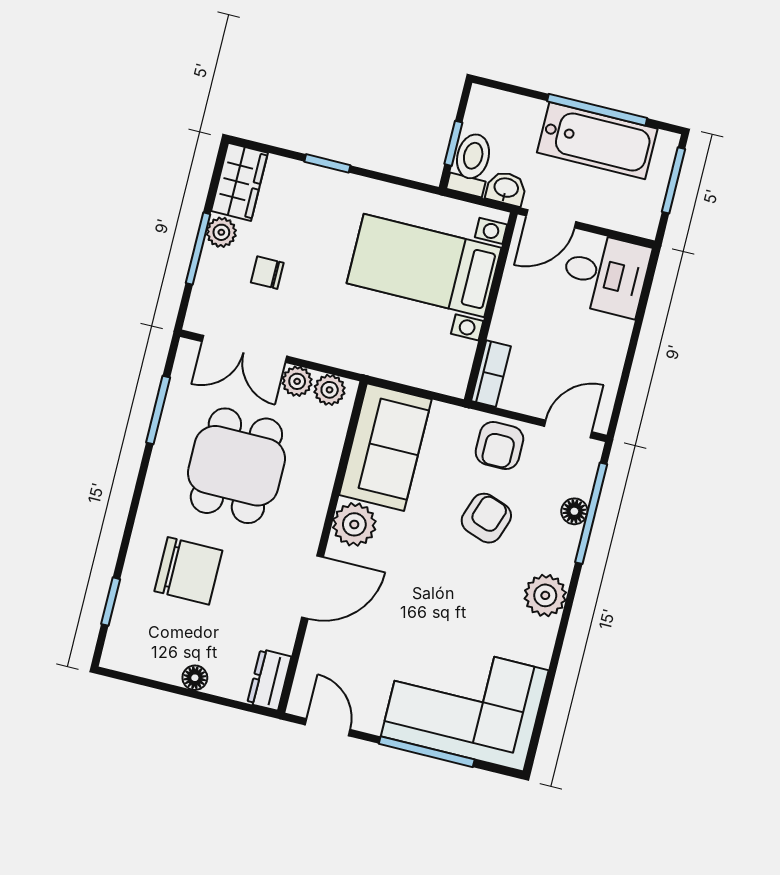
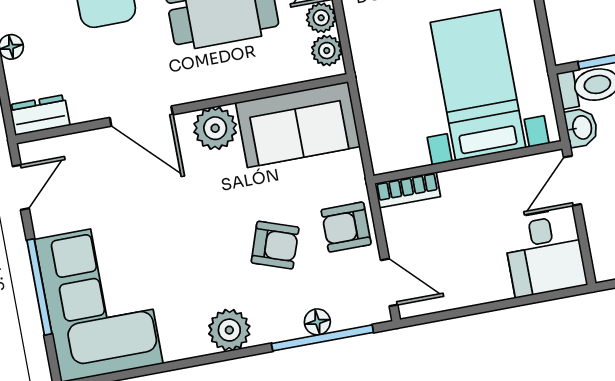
door: (551, 219) -> (572, 181), hinge flipped

